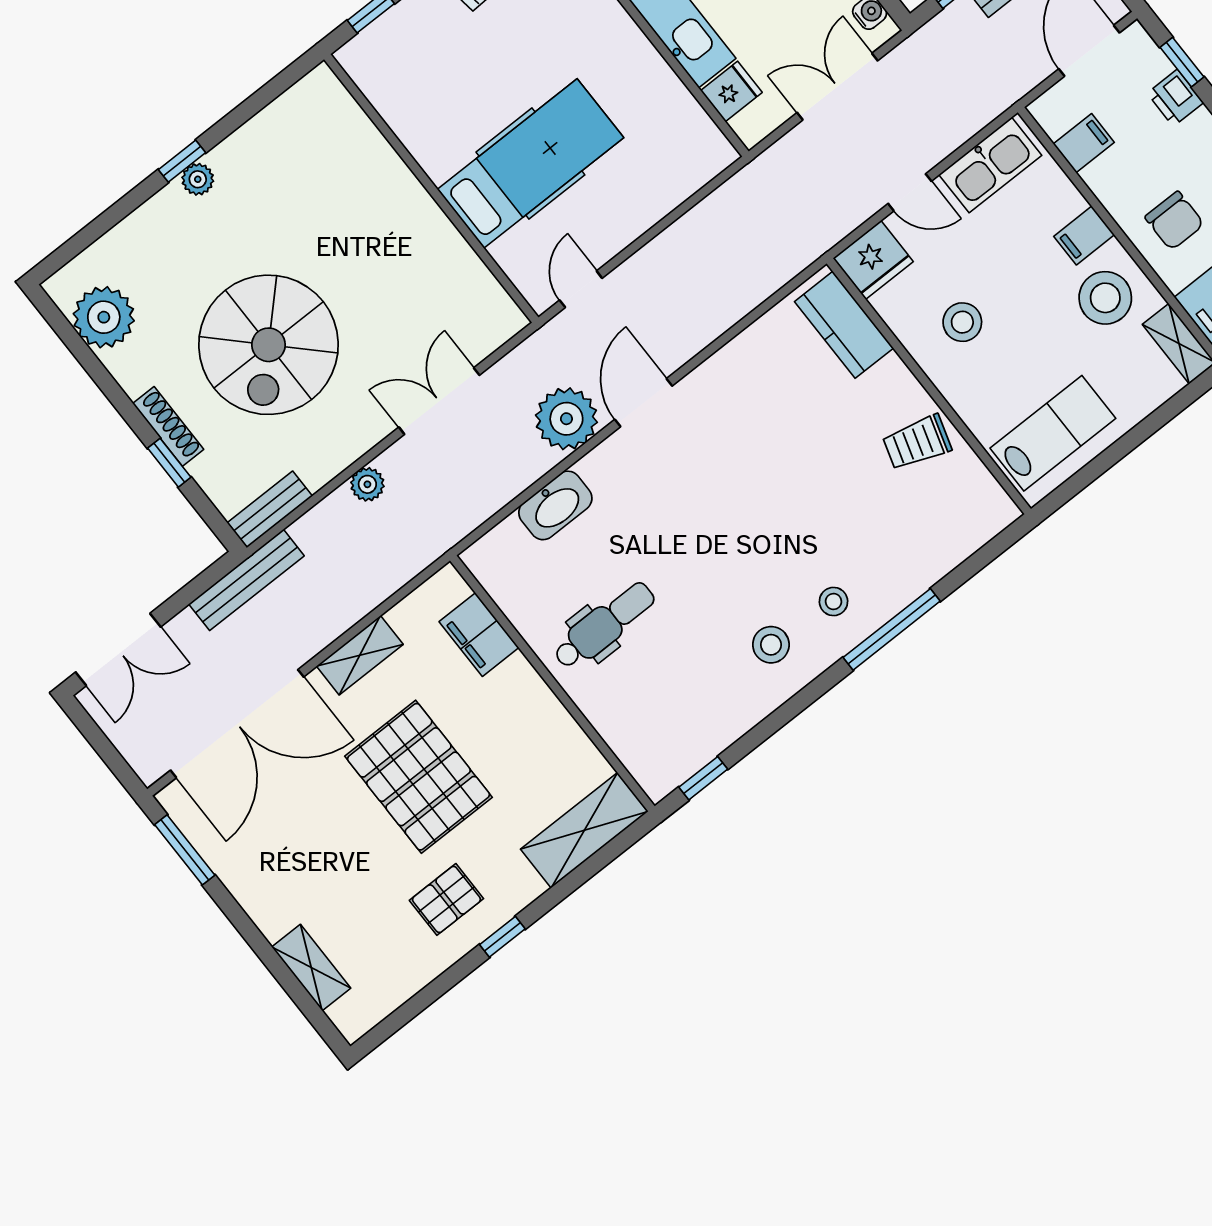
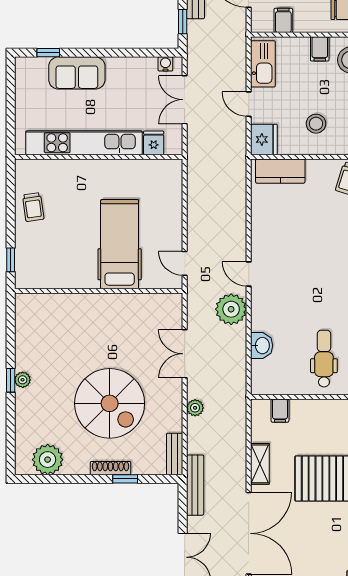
door: (910, 192) -> (249, 104), swing flipped
door: (643, 403) -> (249, 274), width x0.73
washbasin: (555, 505) -> (262, 346), width x0.72
filing cabinet: (479, 635) -> (280, 411), width x0.50

